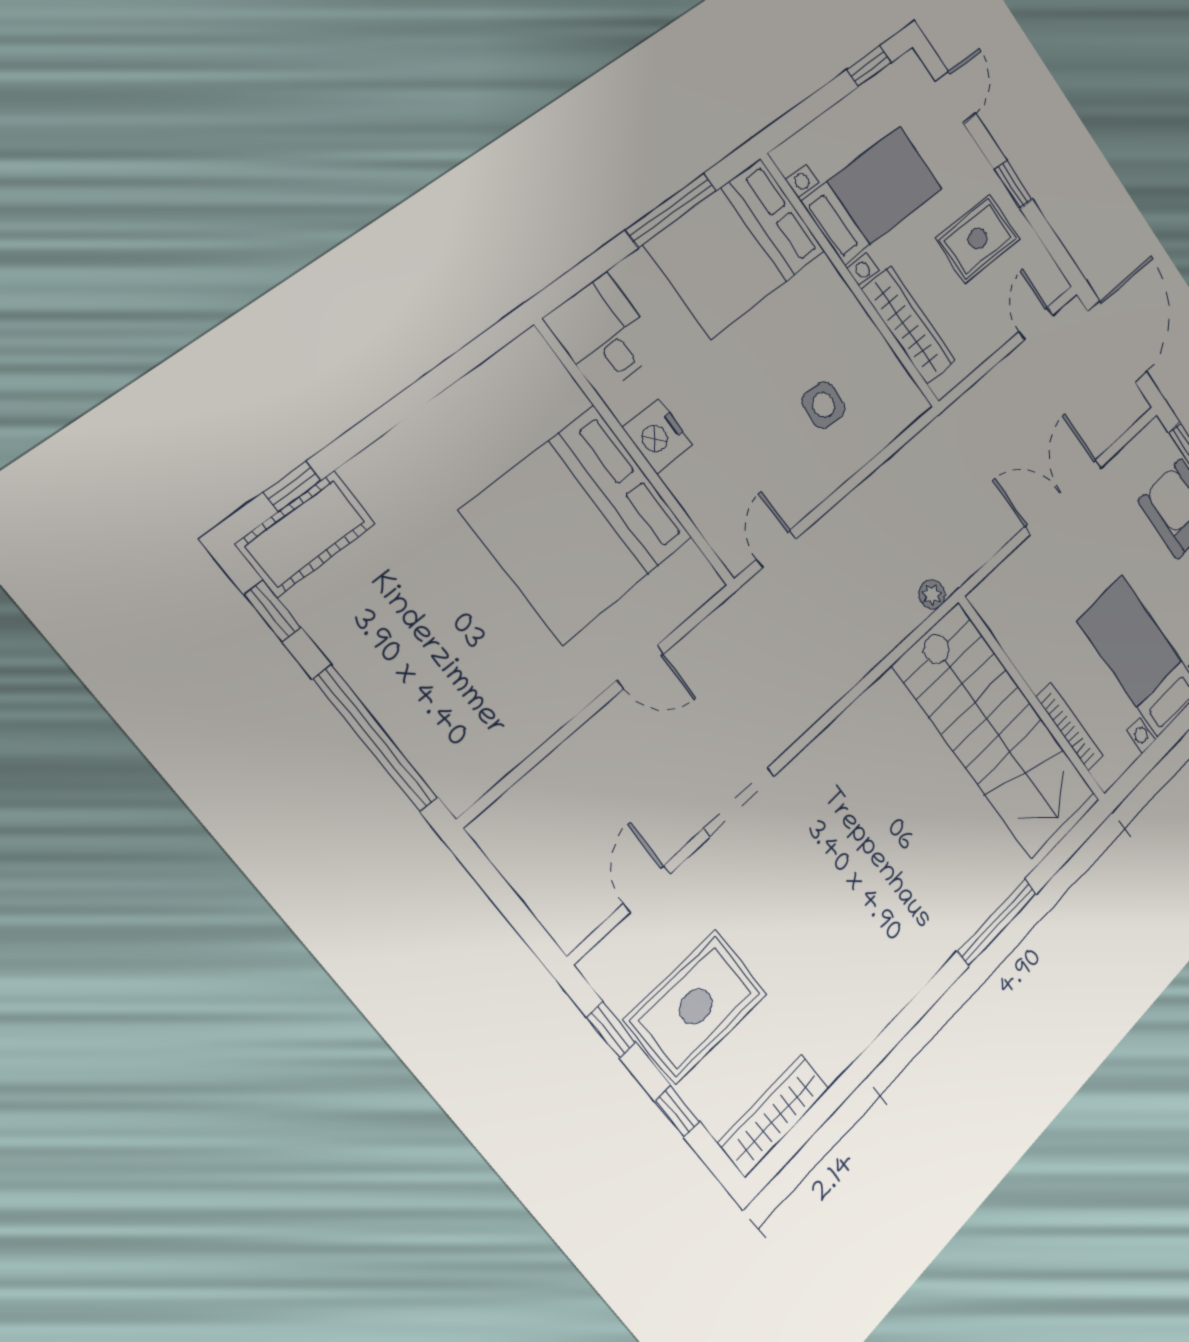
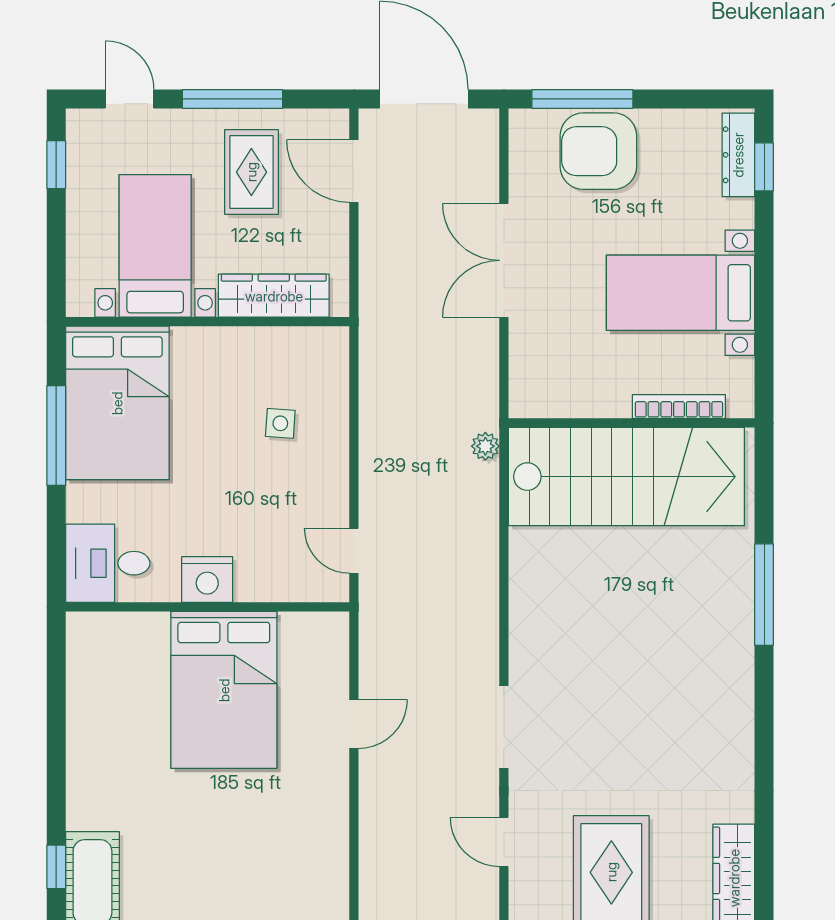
window: (1014, 185) -> (233, 99), width x2.17
door: (1036, 324) -> (354, 171), width x1.38
side table: (823, 405) -> (280, 423), width x0.73, depth x0.73
bed: (579, 524) -> (224, 690), width x0.73

